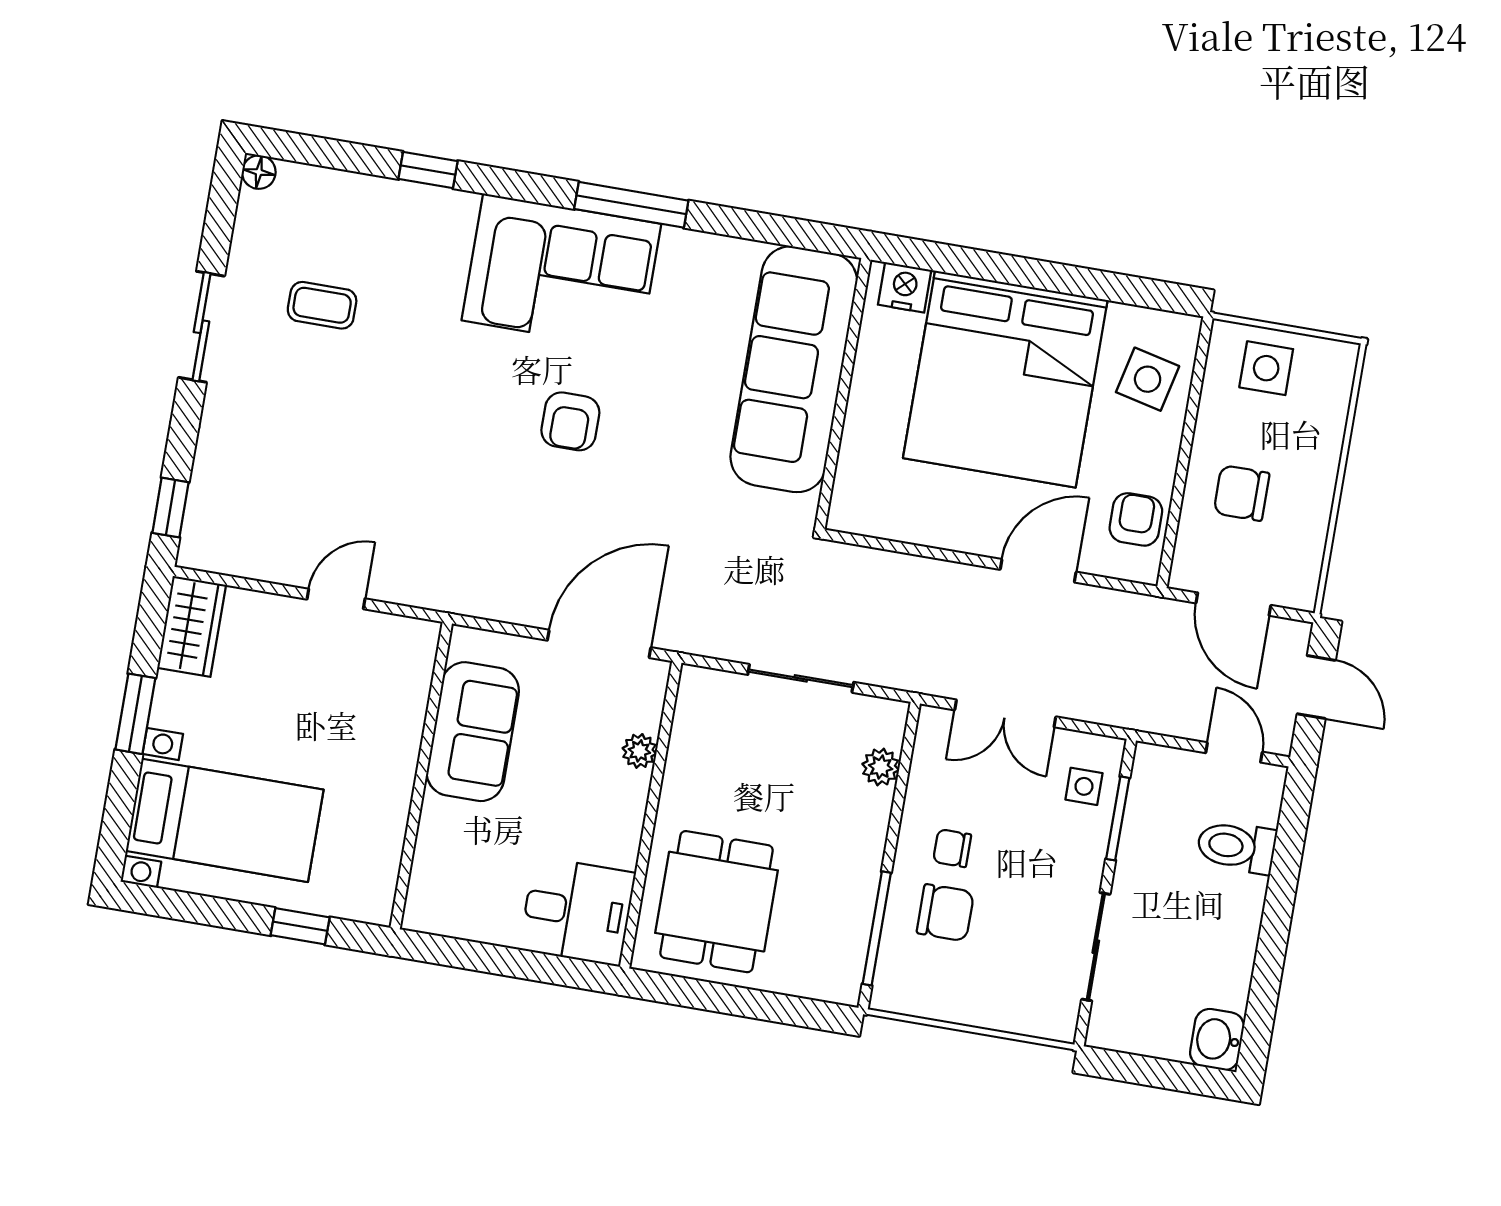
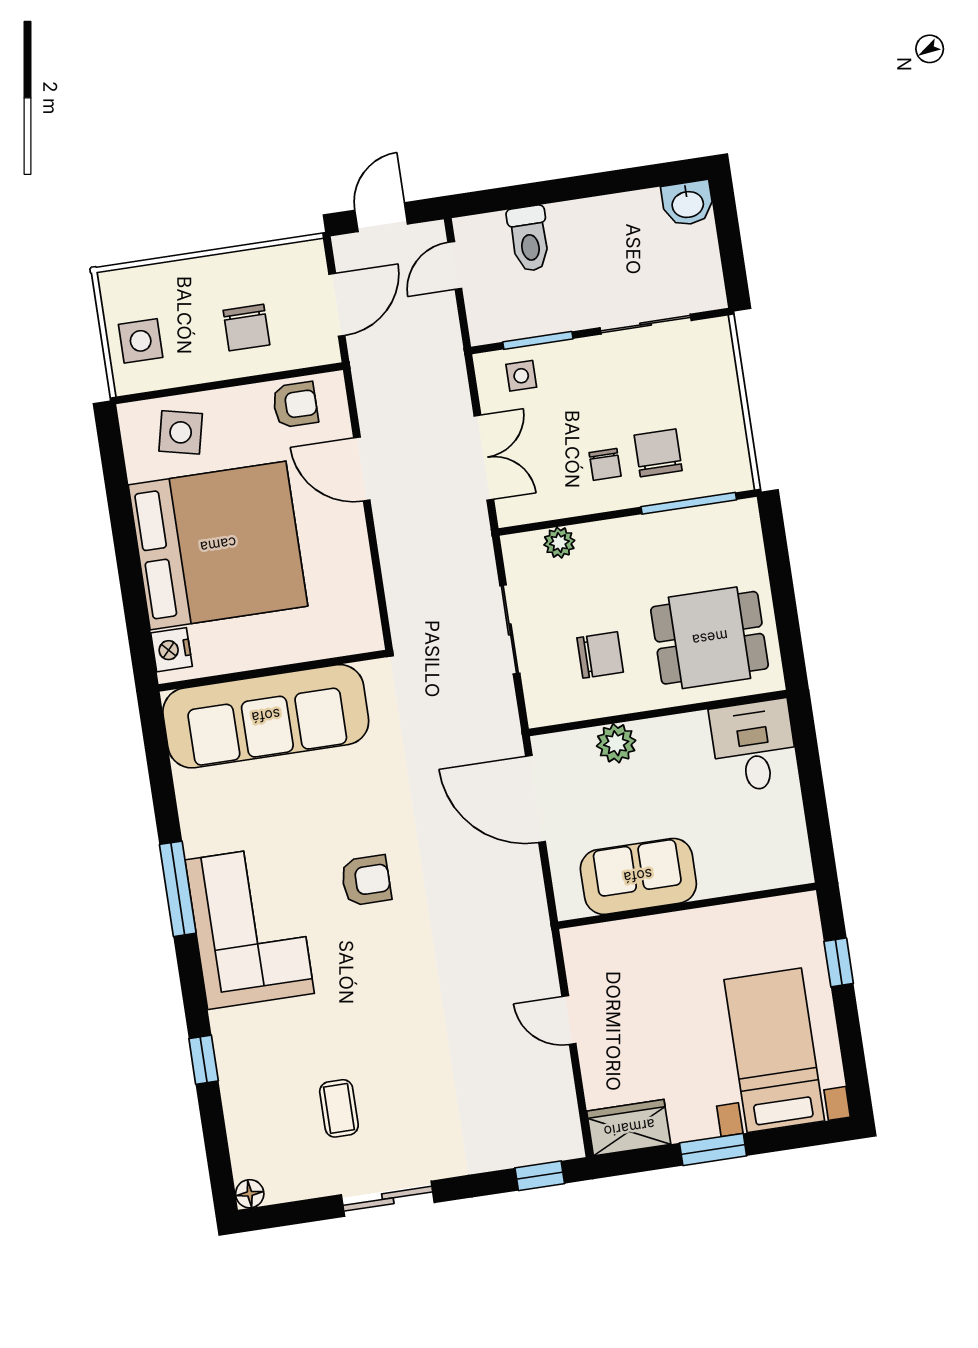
armchair: (1136, 519) -> (295, 405), turned 180
plant: (639, 751) -> (616, 743), width x1.38, depth x1.38
chair: (738, 771) -> (600, 655), added

